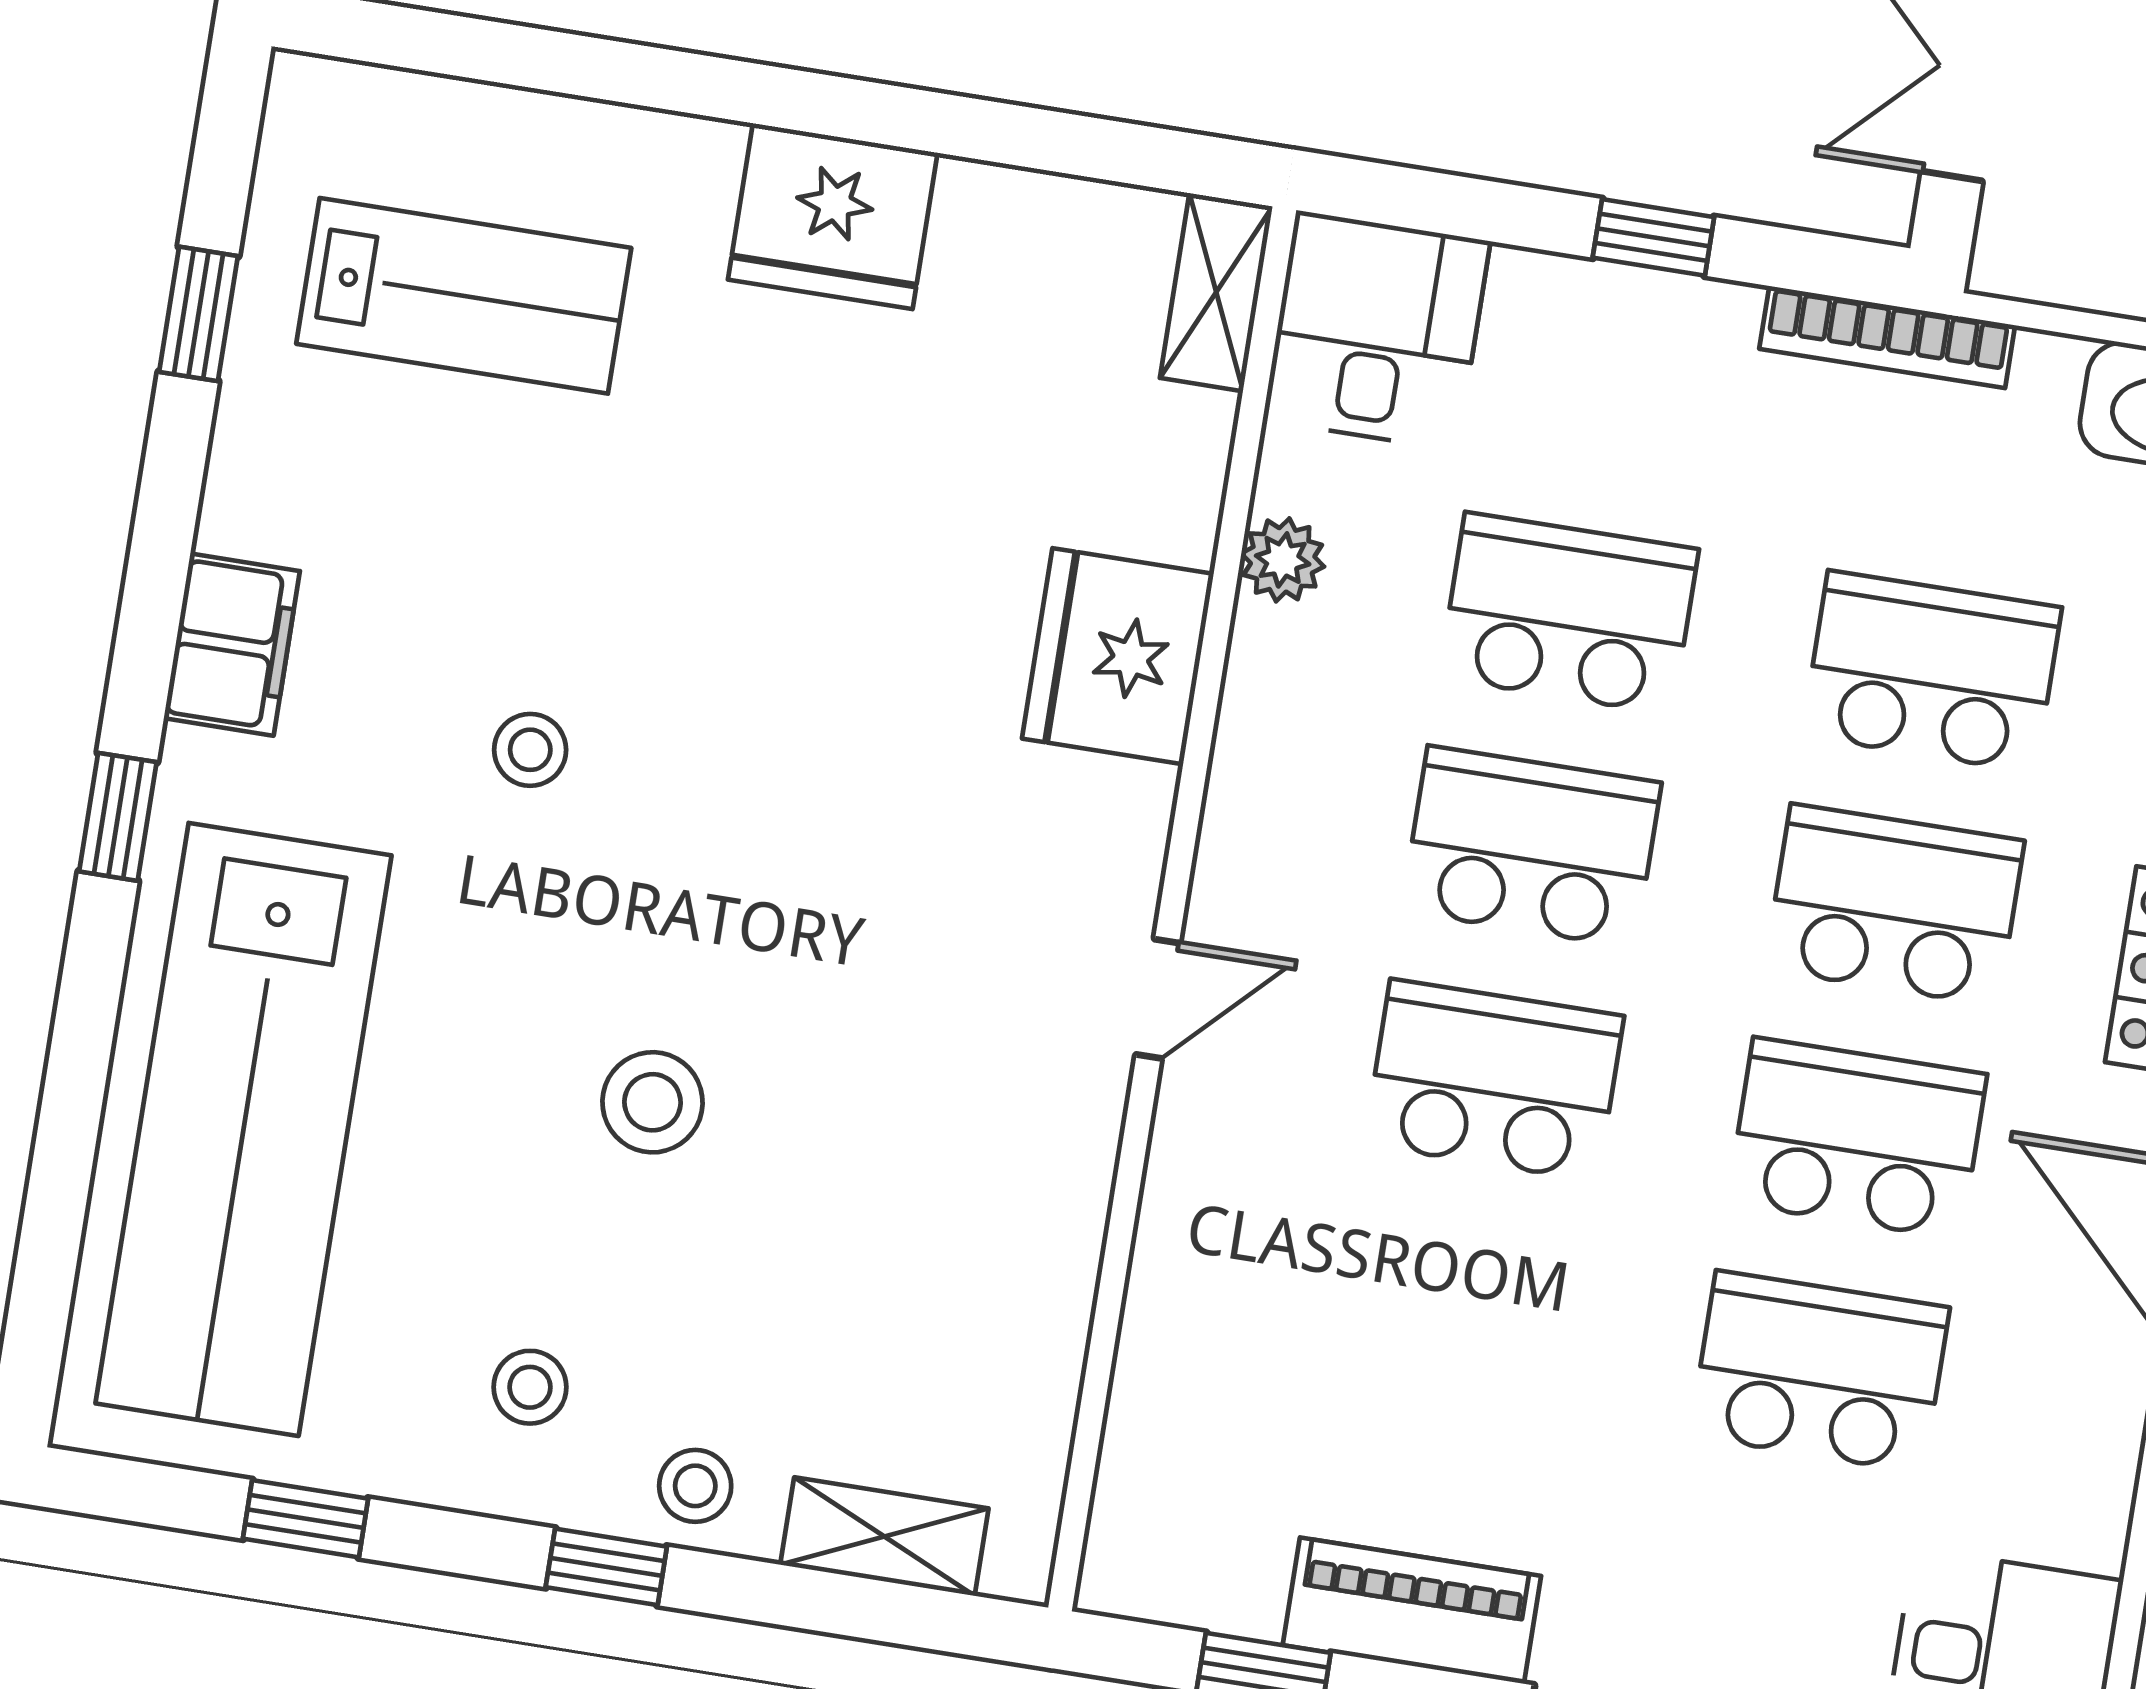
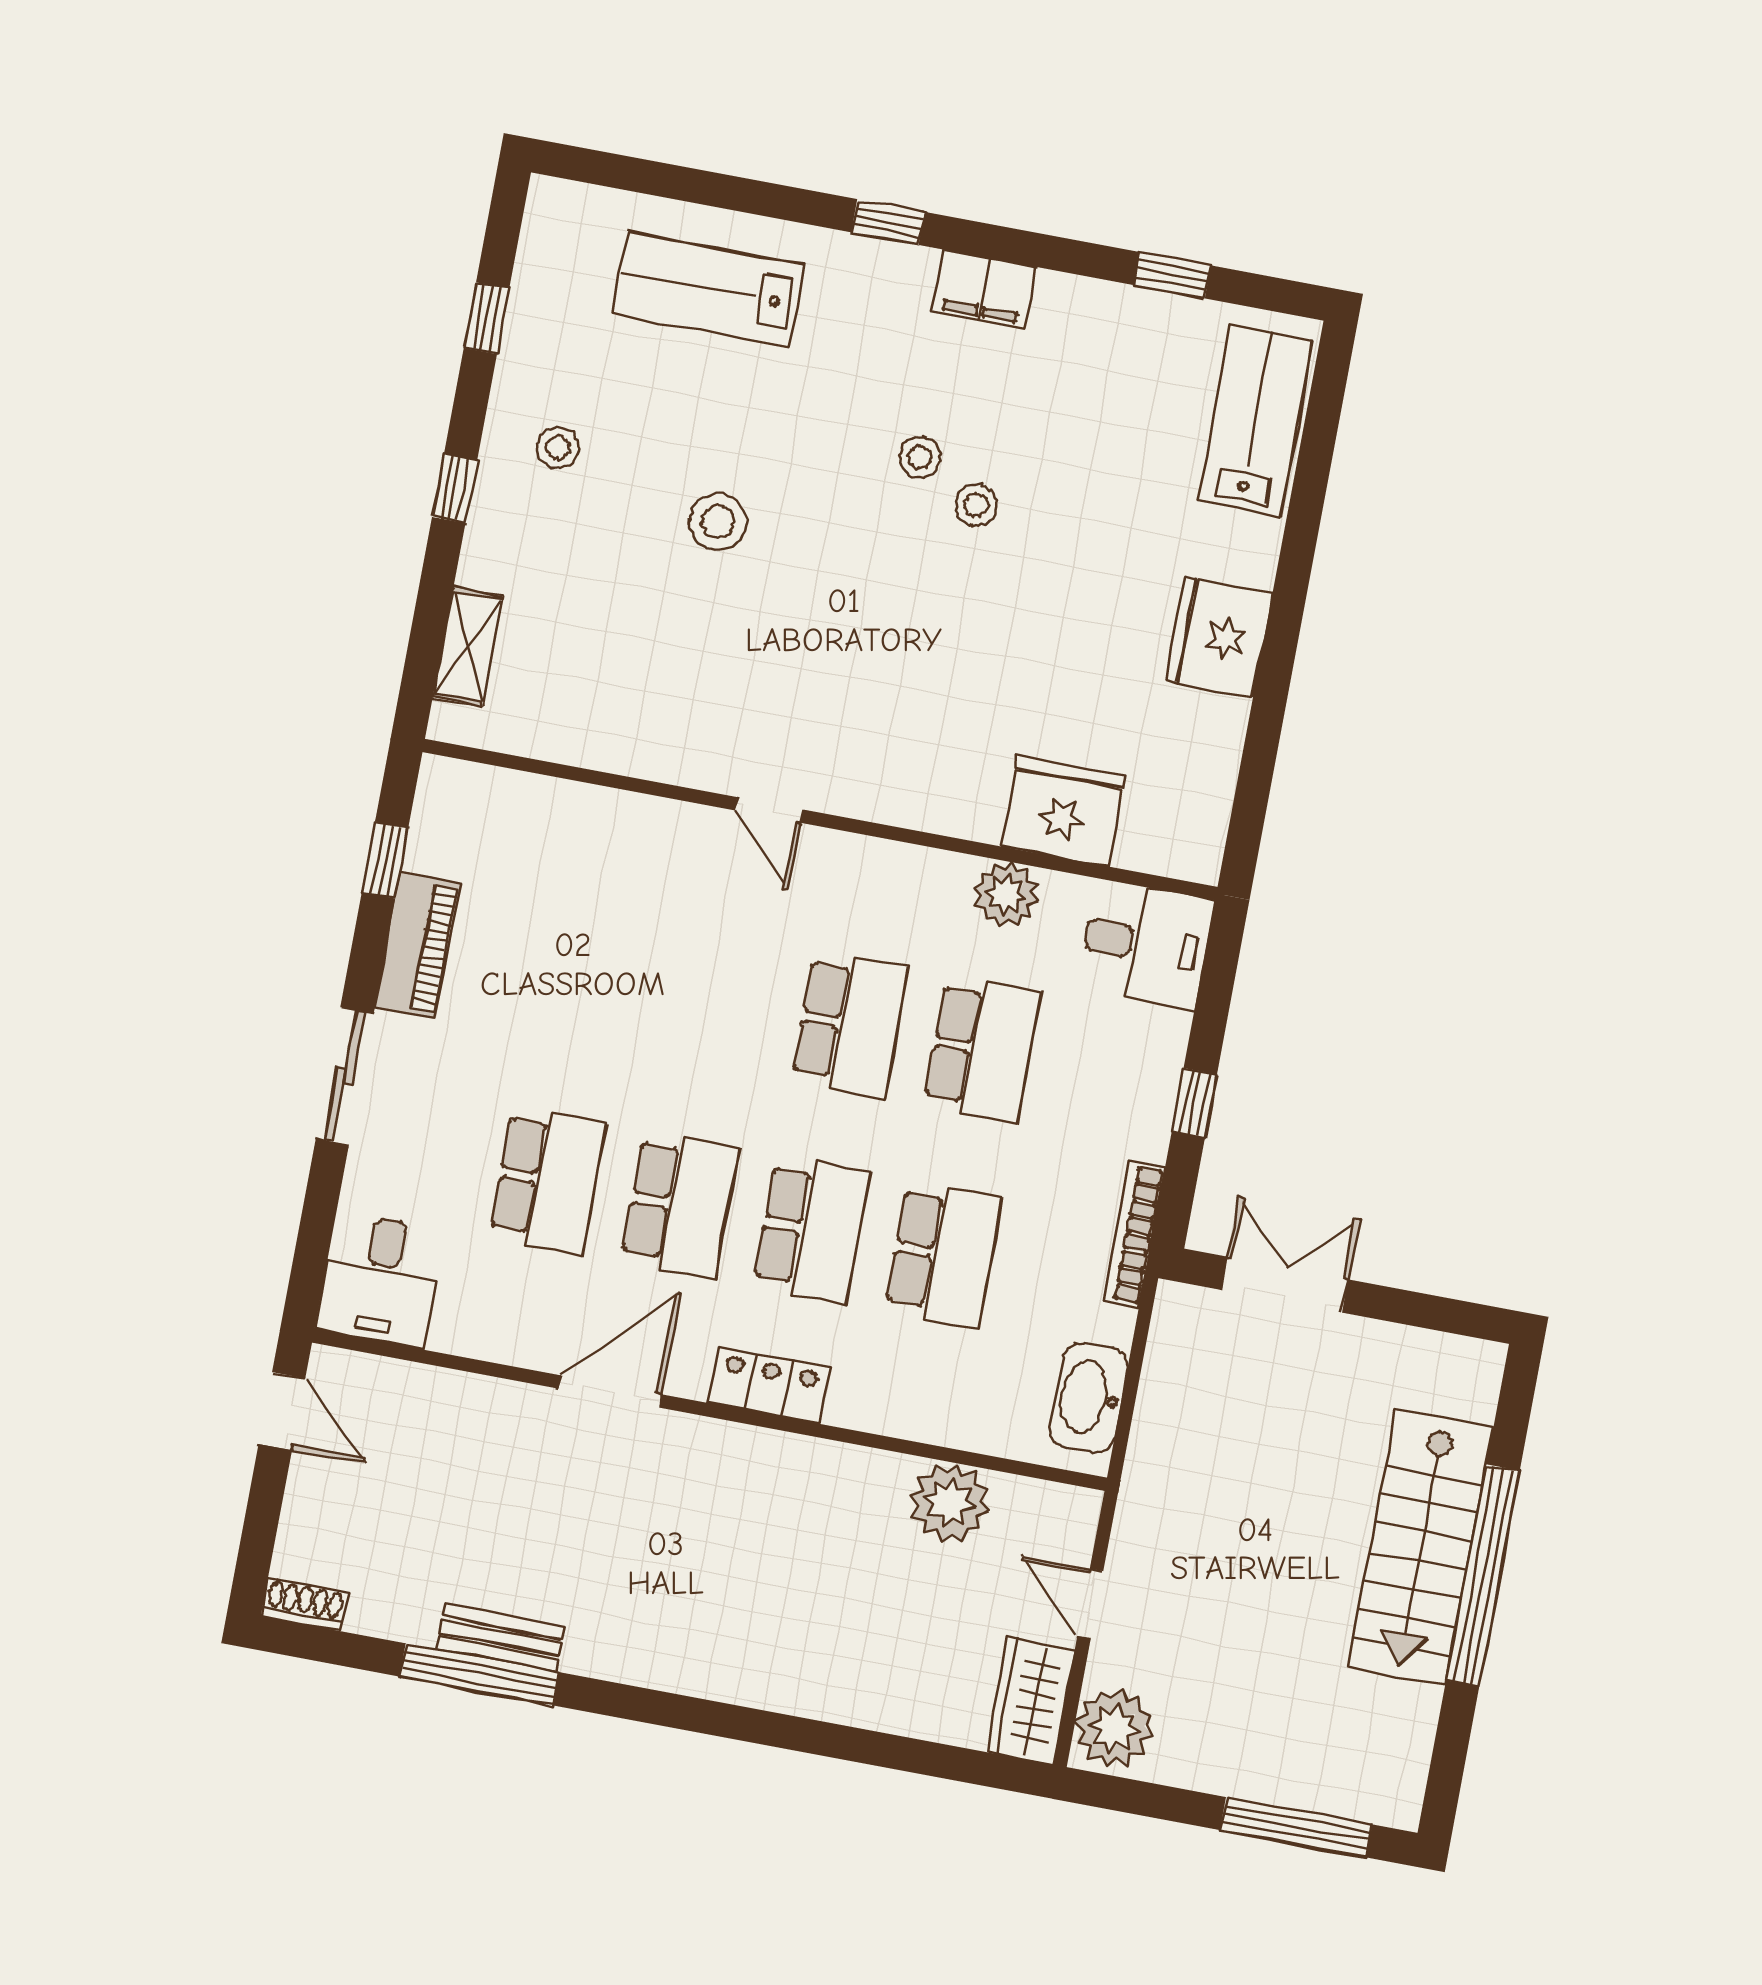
shelving: (1216, 292) -> (1170, 854), removed
lab bench: (464, 296) -> (1256, 421), moved, turned 180
plant: (1283, 560) -> (1006, 895), width x1.38, depth x1.38
fridge: (1118, 656) -> (1063, 811), moved
school desk: (1494, 1080) -> (718, 1000), removed
lab bench: (244, 1129) -> (709, 289), width x0.54, depth x0.72
stool: (695, 1486) -> (976, 505), moved

